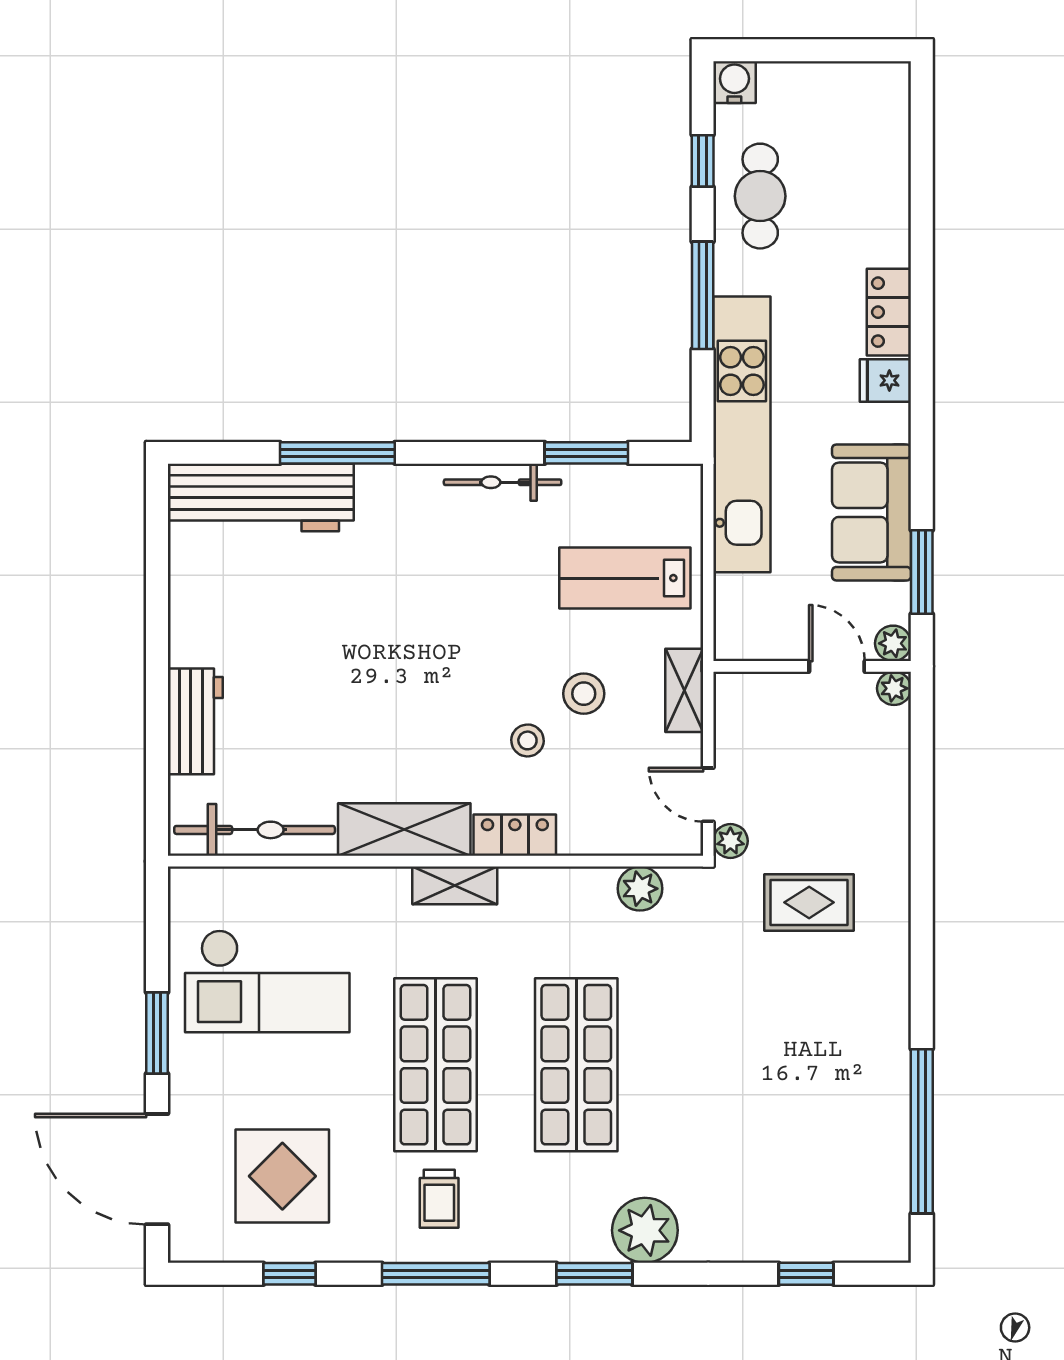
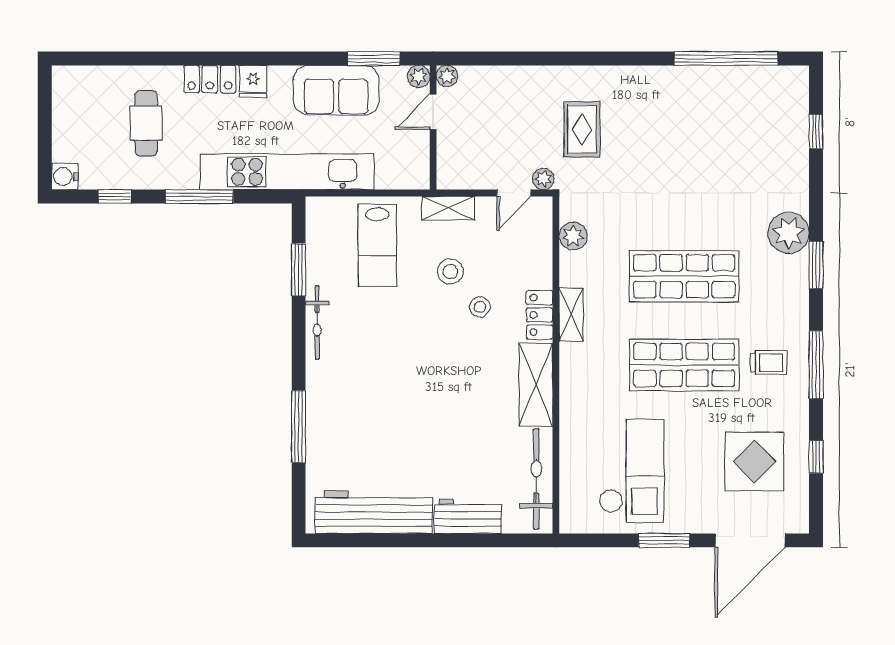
cafe table: (760, 196) -> (146, 123), moved, turned 90
workbench: (261, 498) -> (374, 512), moved, turned -90
shelving: (455, 885) -> (571, 315), moved

